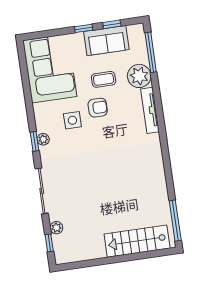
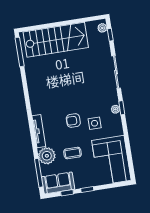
sofa: (106, 41) -> (58, 183), moved
armchair: (98, 108) -> (73, 121), moved
plant: (56, 228) -> (102, 28), moved
stairs: (137, 241) -> (56, 40), width x1.36, depth x1.51

